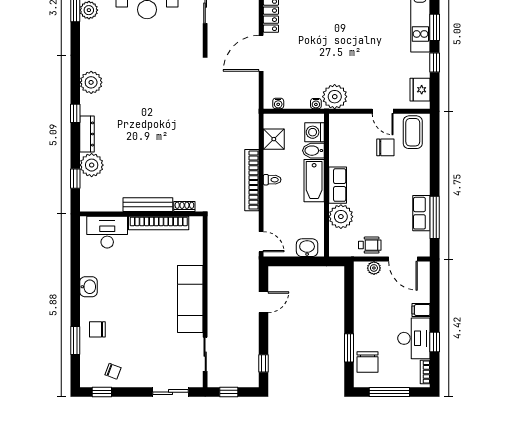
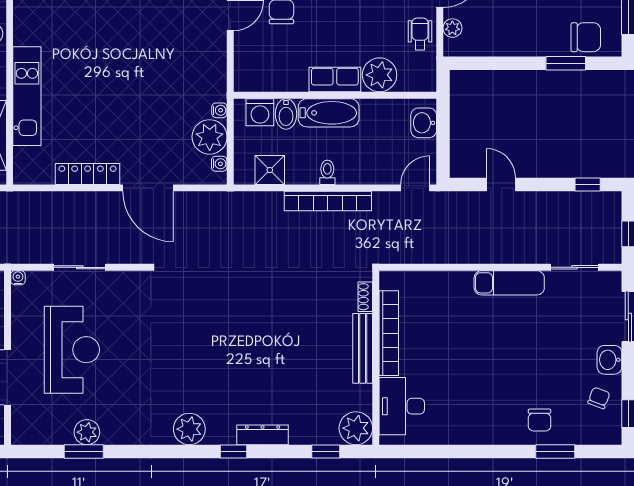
plant: (335, 97) -> (210, 137), moved
plant: (92, 165) -> (356, 428), moved
washbasin: (89, 287) -> (609, 360), moved, turned -90
exam couch: (190, 299) -> (509, 283), width x0.73, depth x0.69

